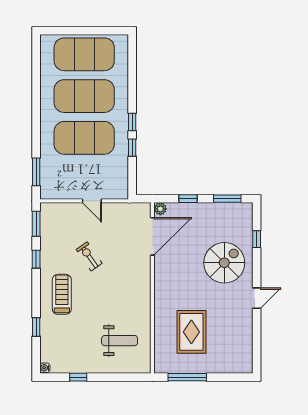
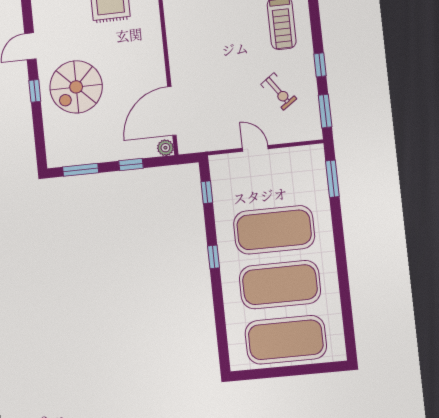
window: (132, 148) -> (207, 192), moved
window: (257, 239) -> (35, 91), moved
exercise bike: (89, 256) -> (279, 91), moved

